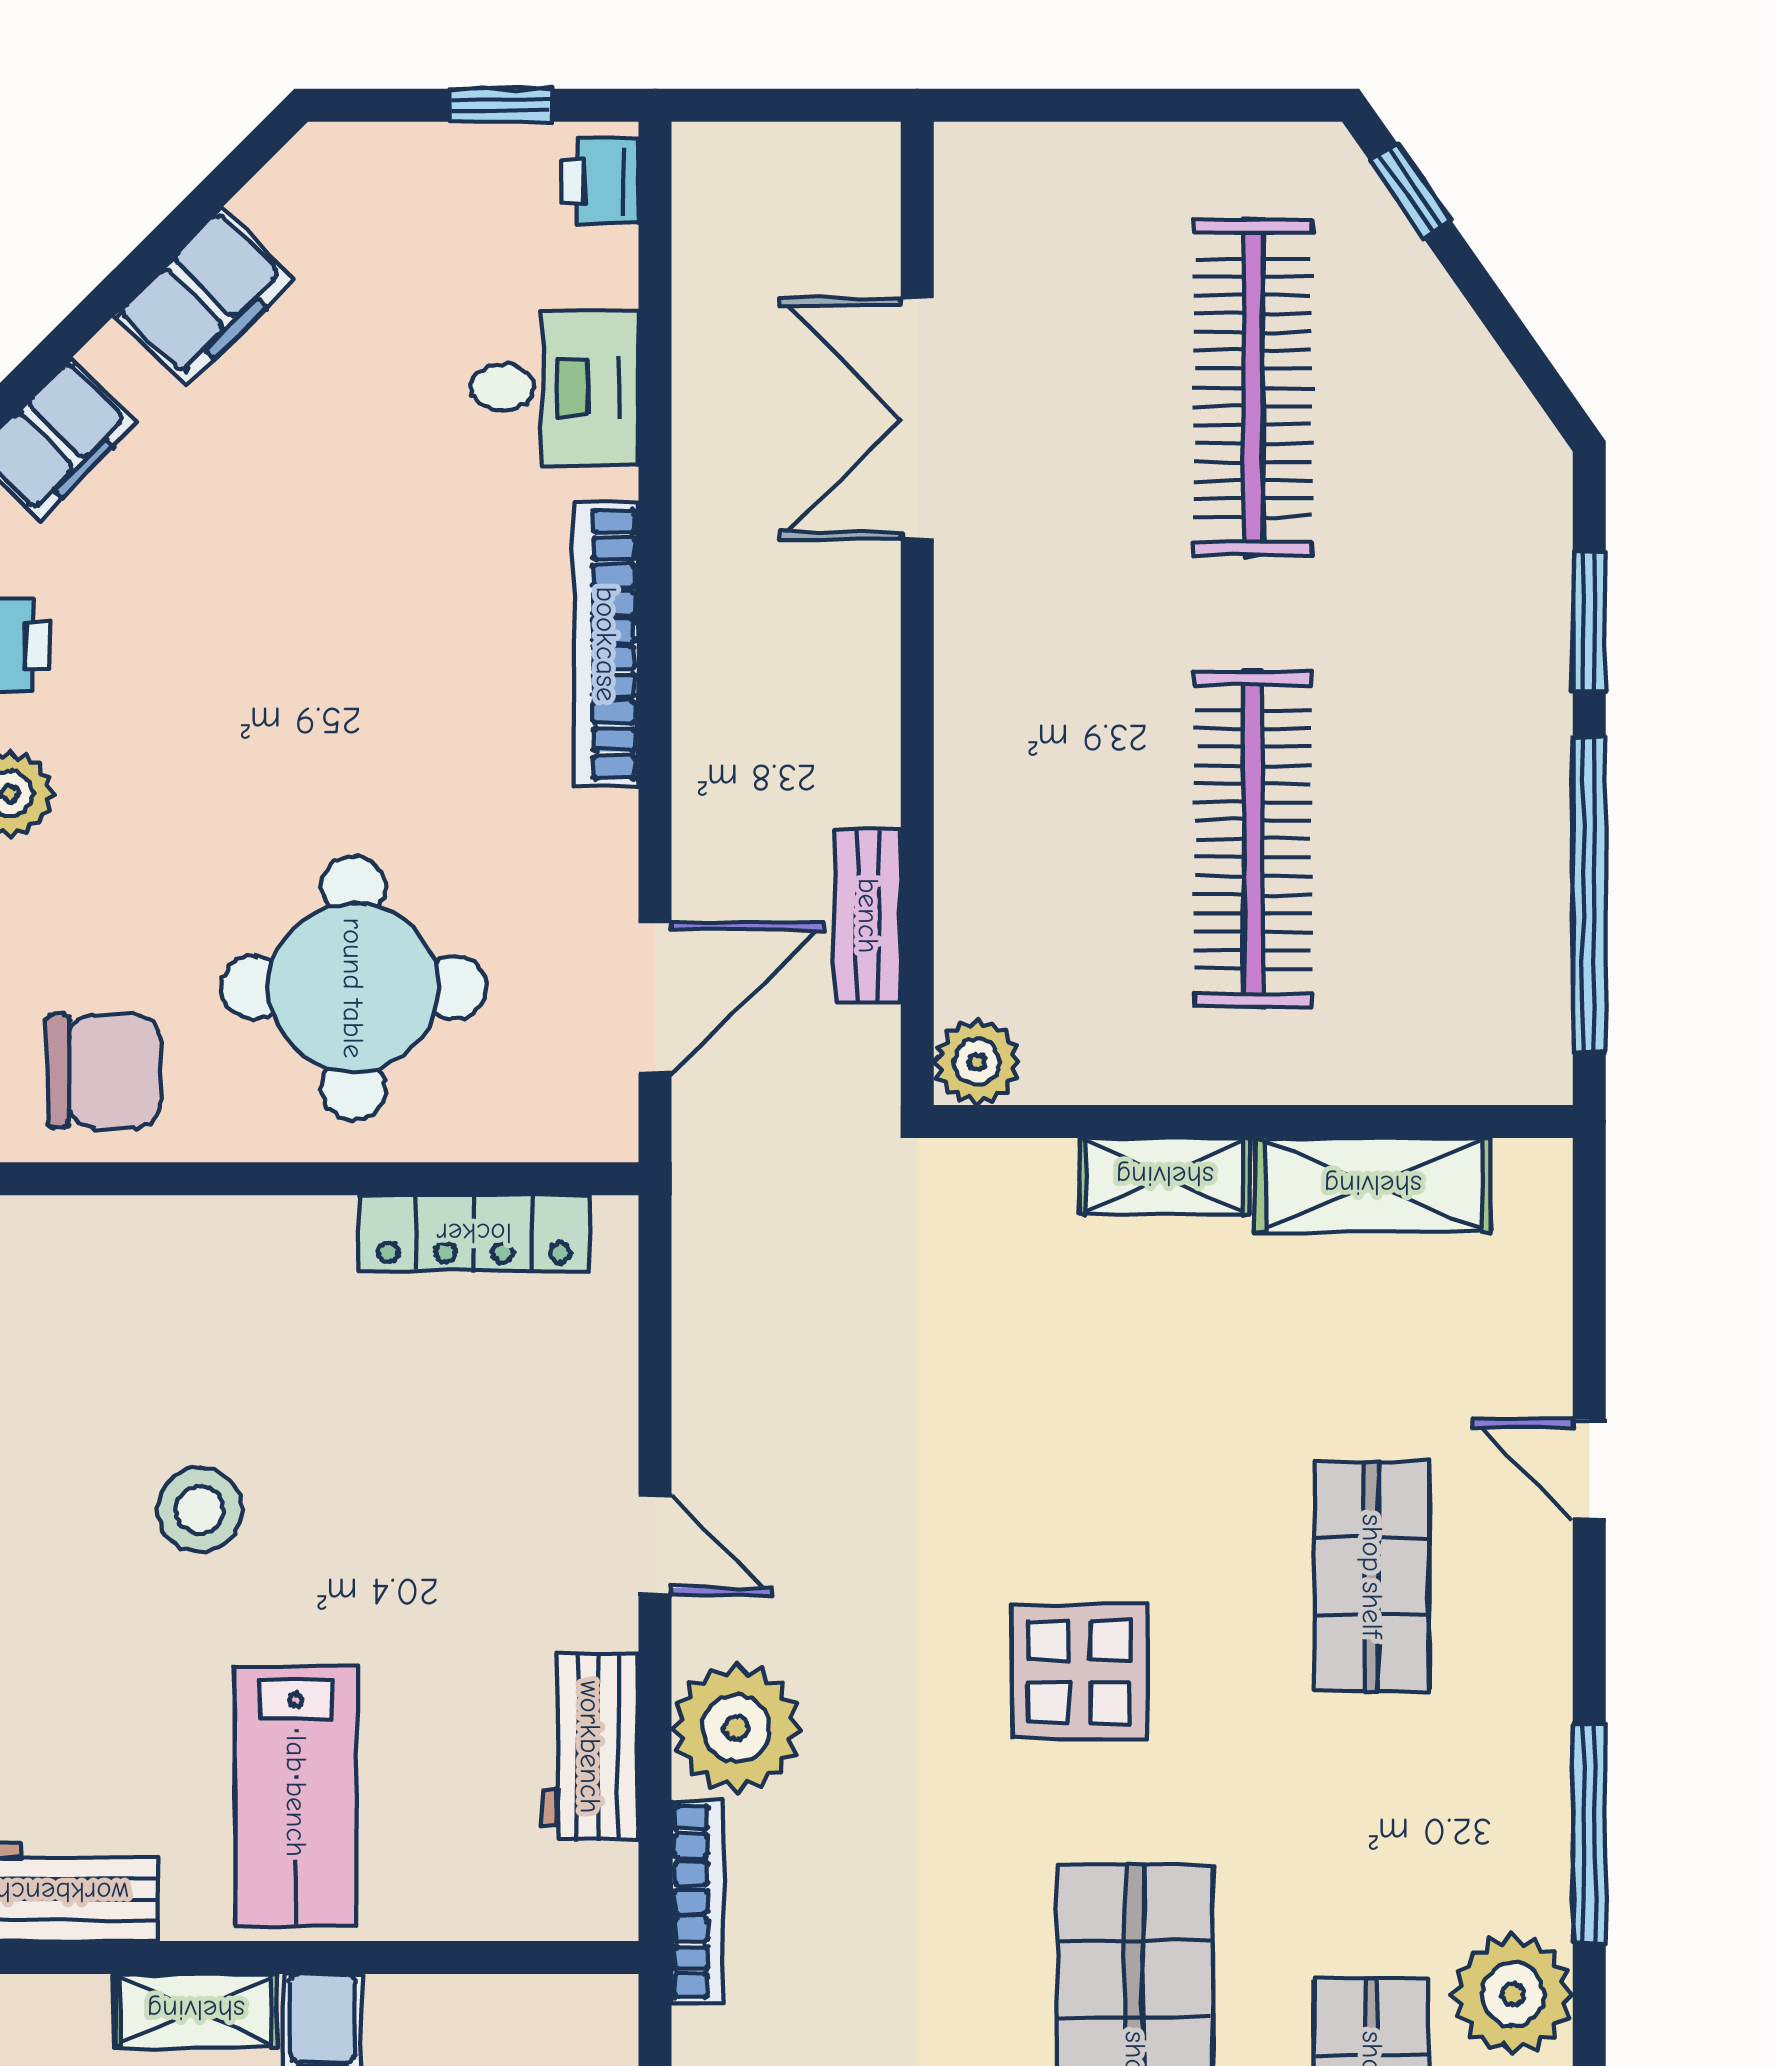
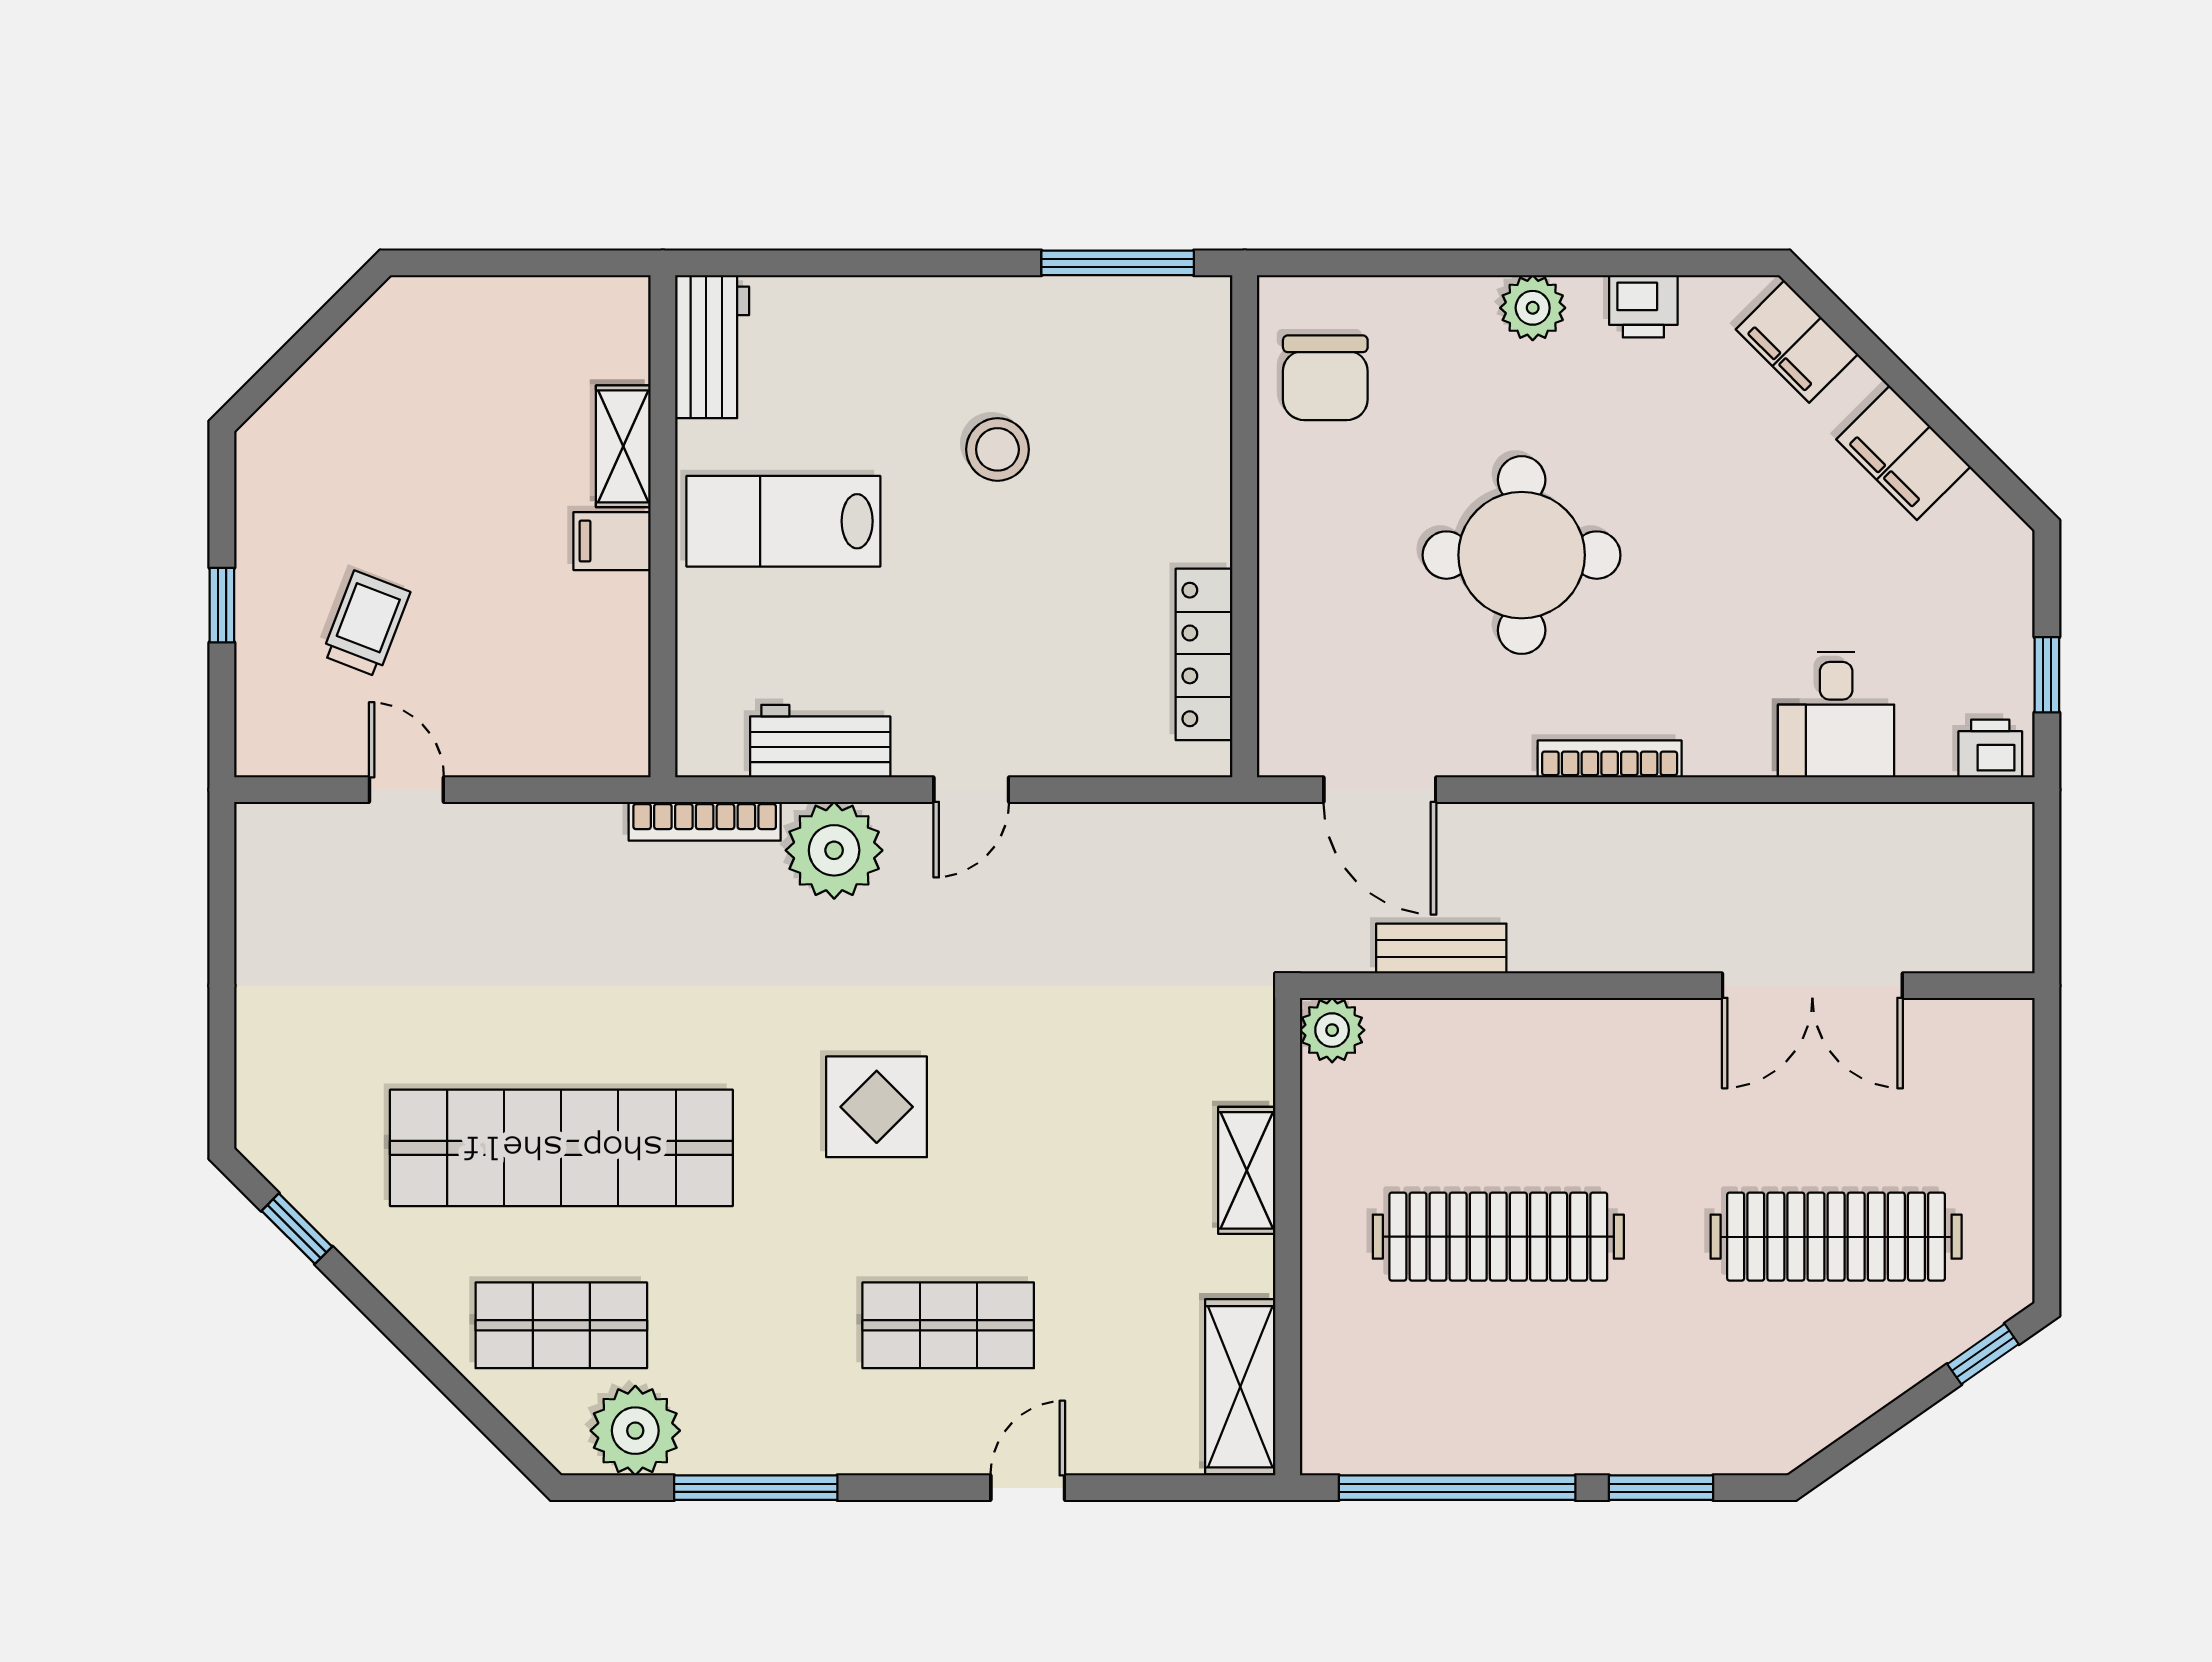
double door: (917, 419) -> (1812, 986), swing flipped
bookcase: (606, 644) -> (1610, 759), width x0.68, depth x0.76
round table: (353, 988) -> (1522, 555), moved
shelving: (1373, 1185) -> (1240, 1387), moved

